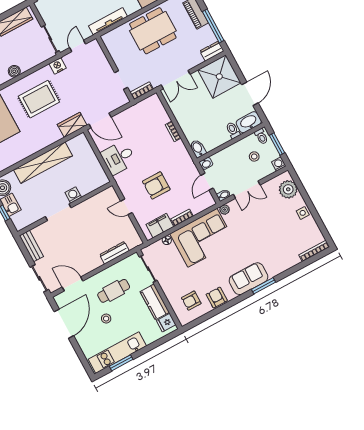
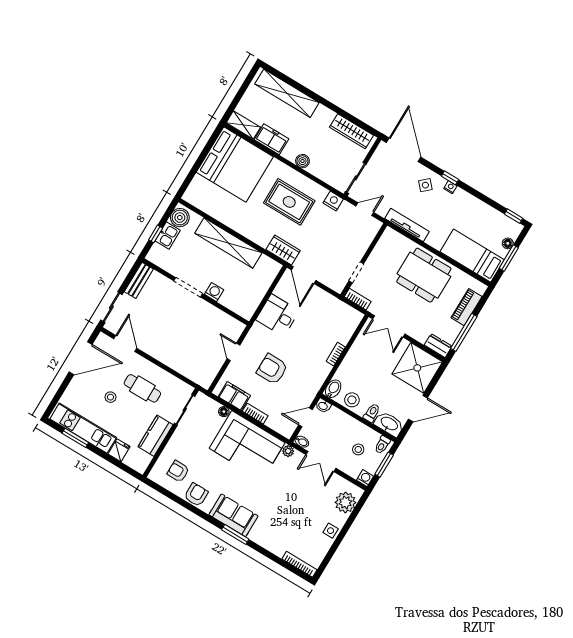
stool: (214, 139) -> (352, 400), added
dresser: (114, 253) -> (181, 367), removed
fridge: (166, 323) -> (119, 450), moved, turned 90

